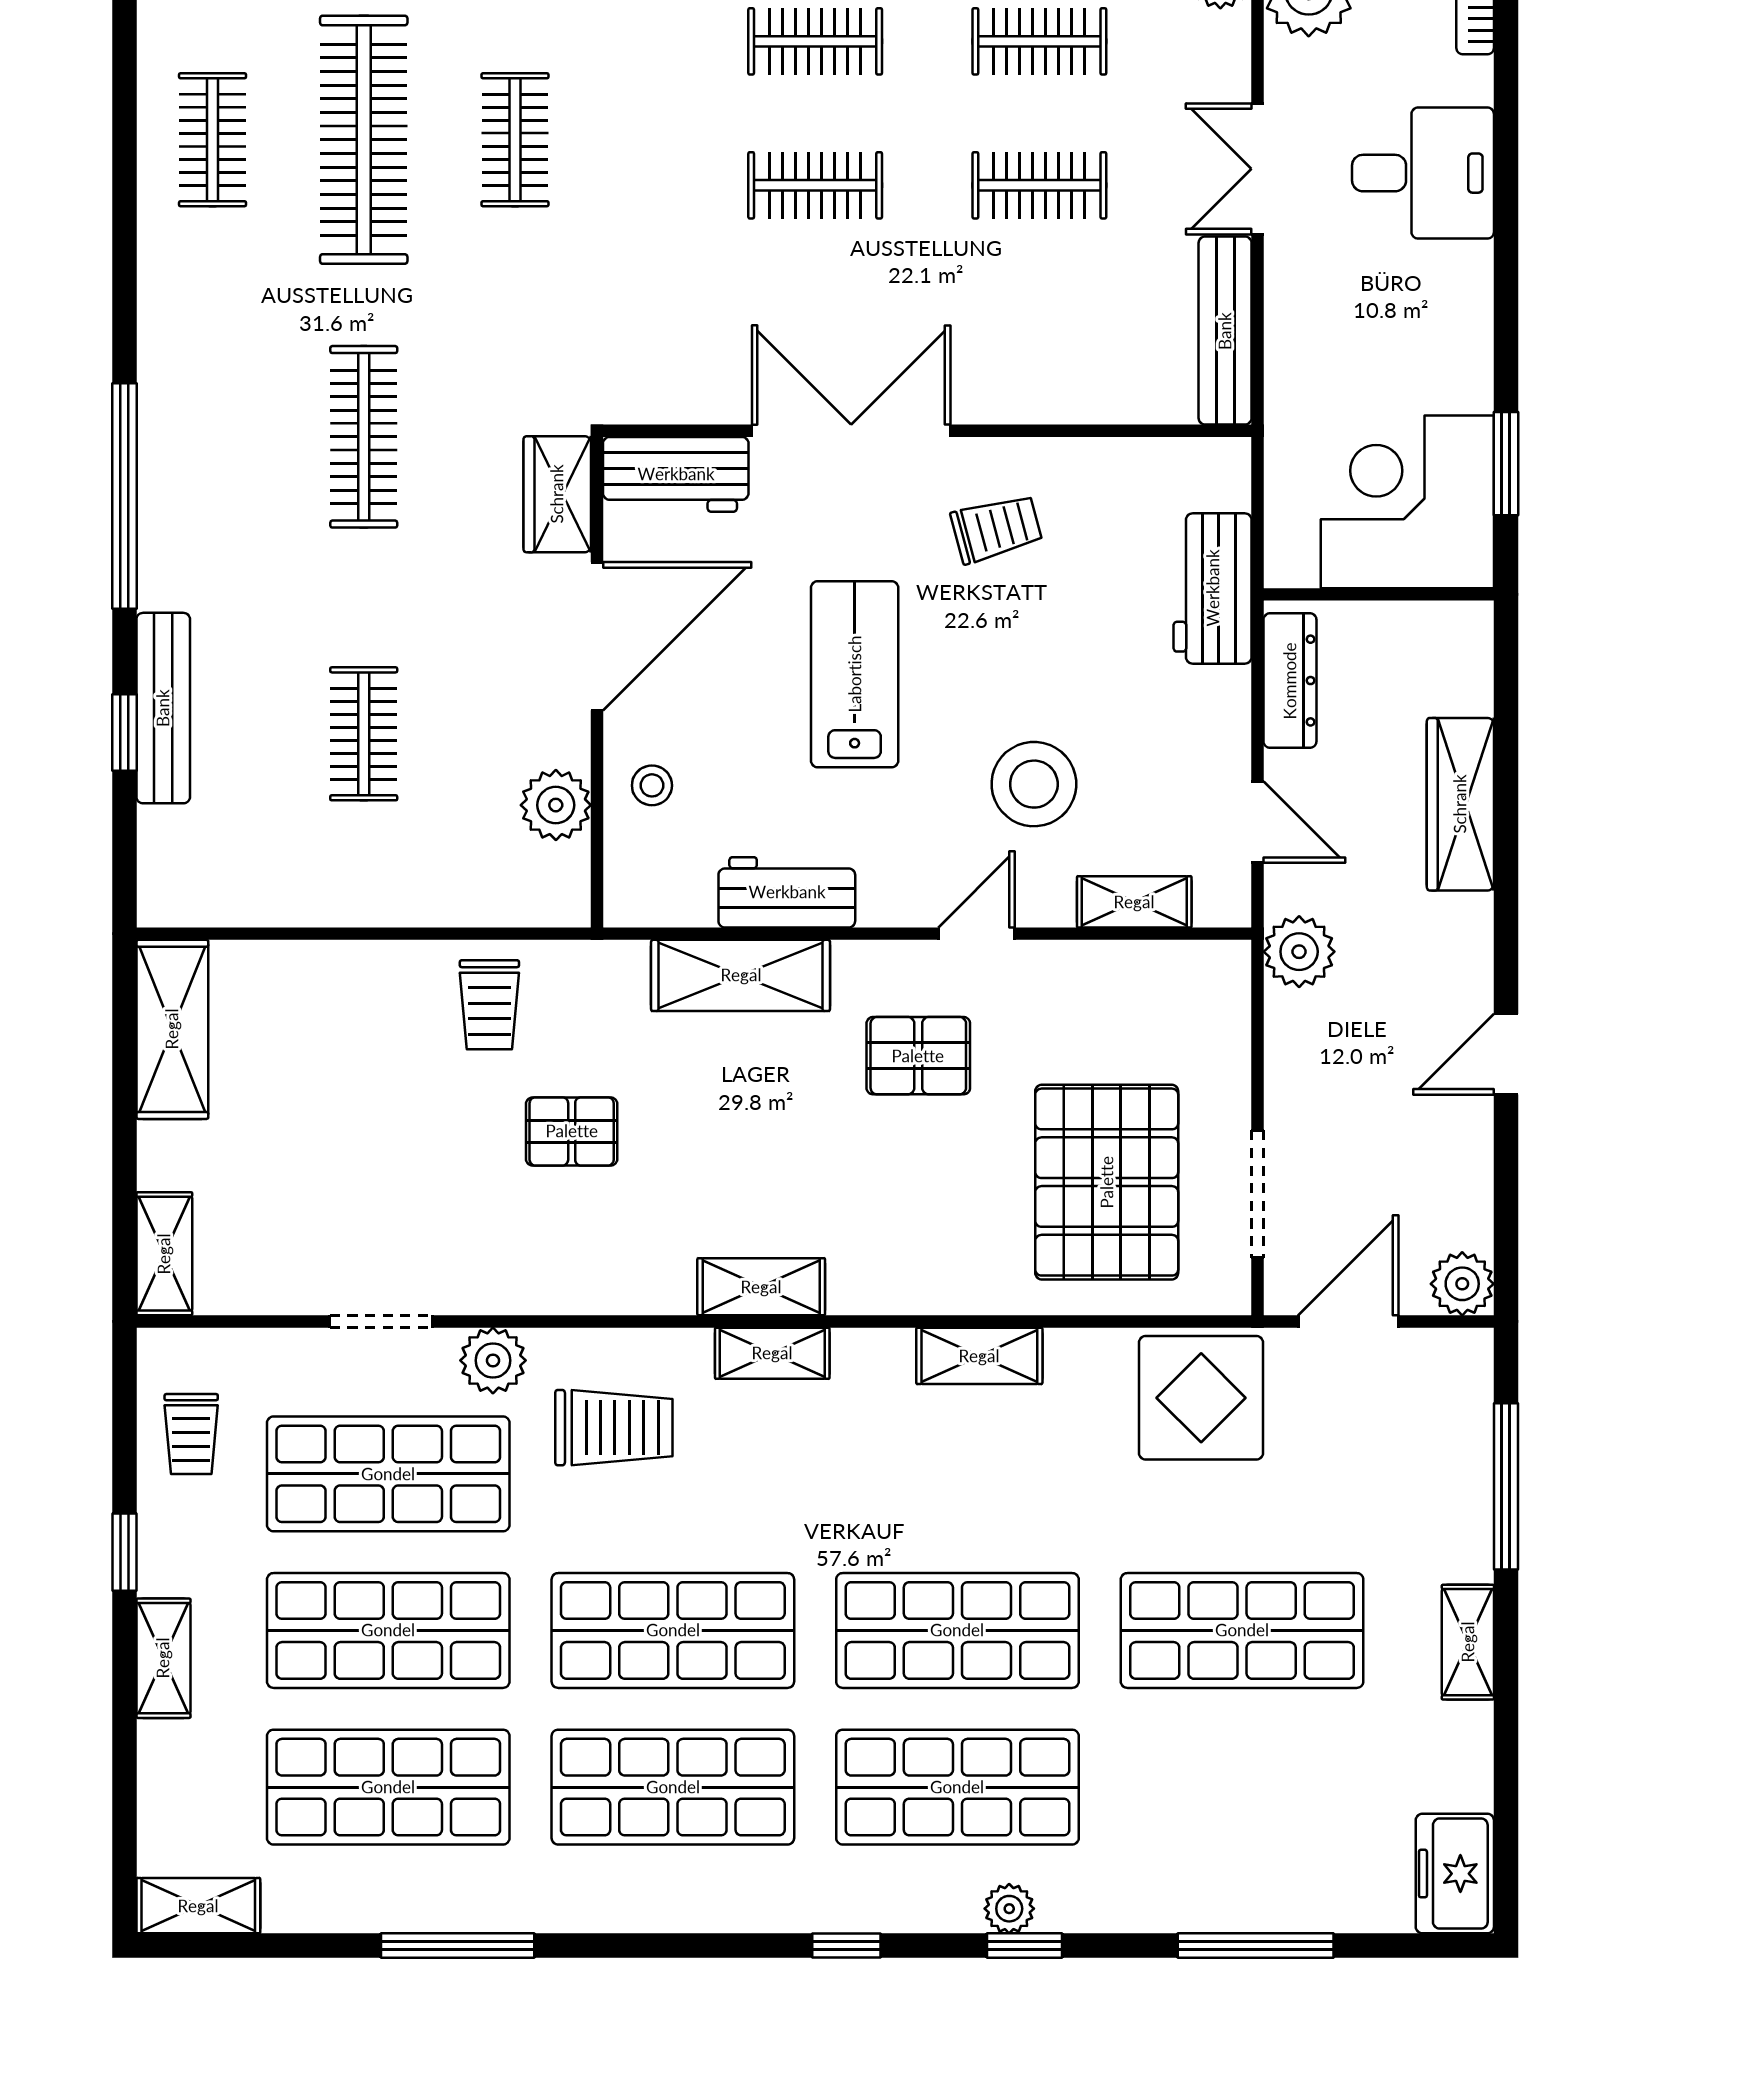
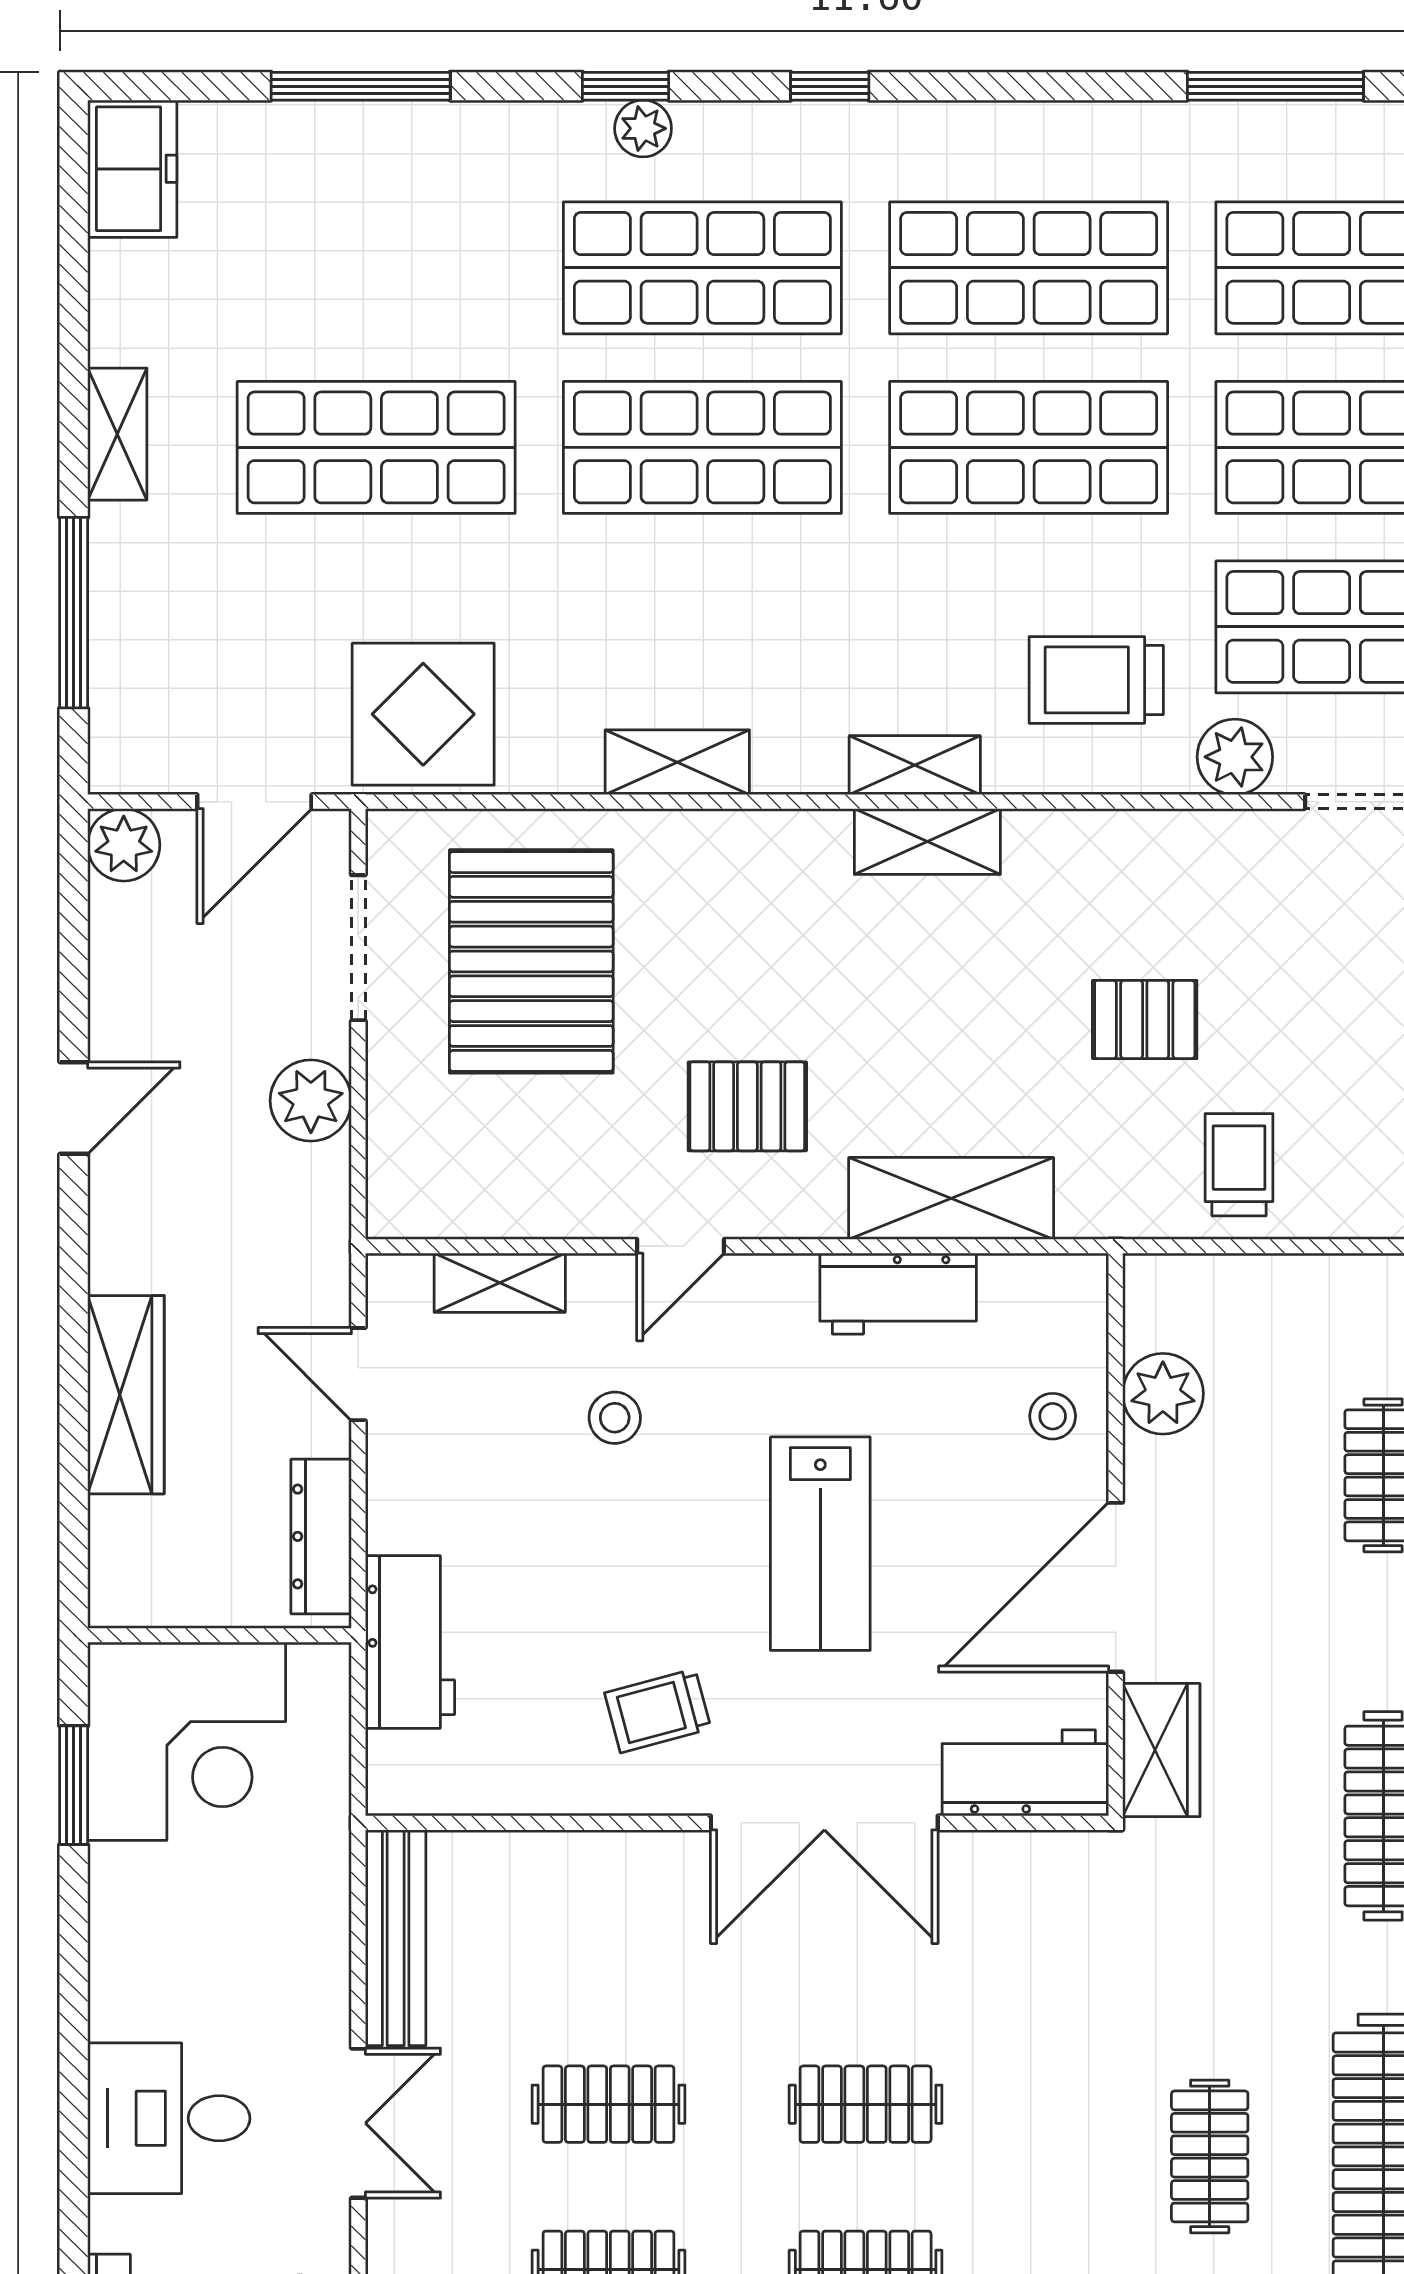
stool: (1034, 784) -> (615, 1418), width x0.53, depth x0.53
plant: (1299, 952) -> (311, 1101), moved

